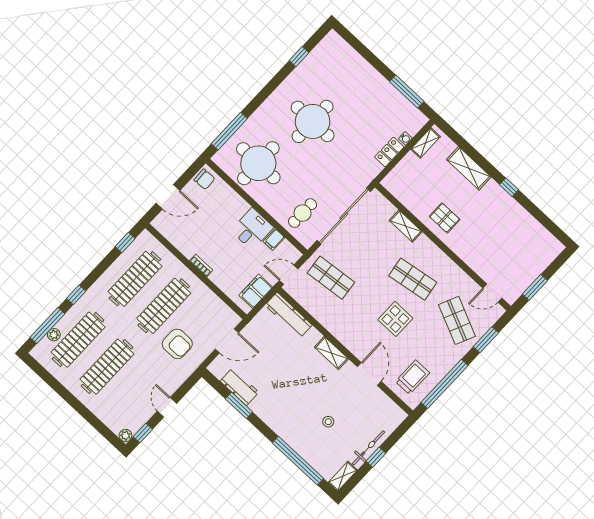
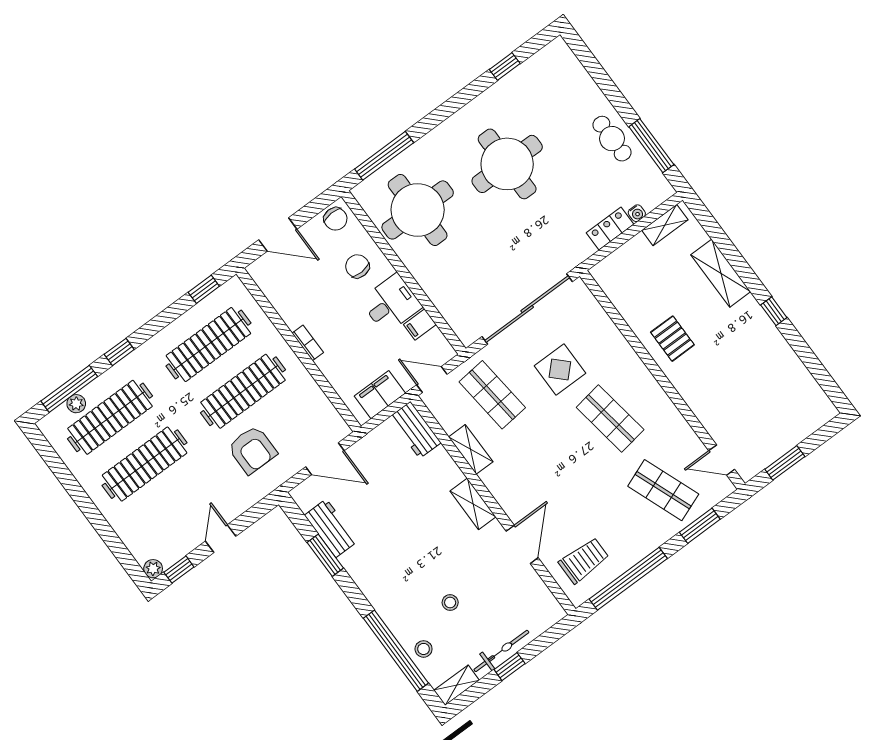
chair: (225, 208) -> (357, 266), added
cafe table: (303, 213) -> (612, 139), moved, turned 90
shelving: (406, 226) -> (471, 449), moved
workbench: (289, 315) -> (415, 430), width x0.73
display table: (395, 319) -> (560, 370), moved
shop shelf: (457, 320) -> (663, 490), turned -45
stool: (316, 456) -> (424, 649), added

